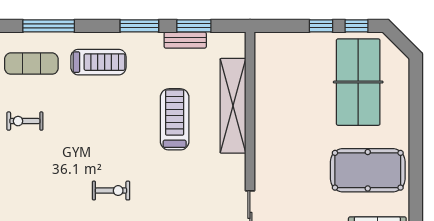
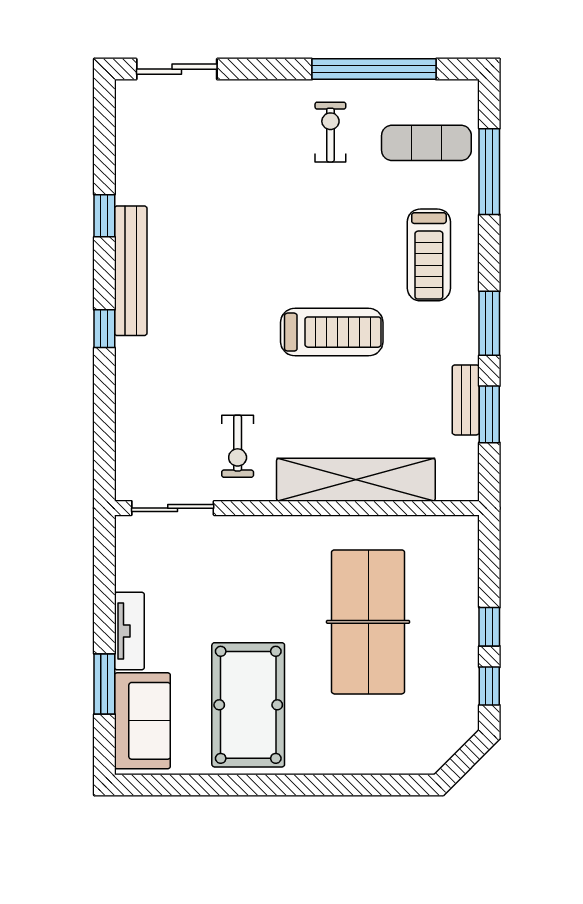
exercise mat: (31, 64) -> (426, 143), turned 90
table tennis table: (358, 82) -> (368, 622), moved, turned 90
treadmill: (175, 119) -> (332, 332), moved
exercise bike: (111, 191) -> (238, 446), moved

